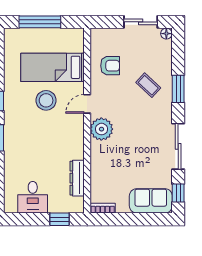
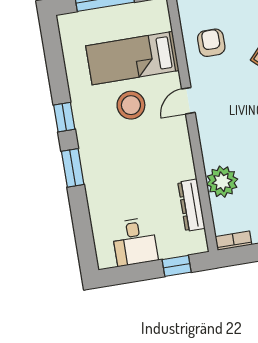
armchair: (110, 66) -> (211, 43), turned -90
plant: (101, 129) -> (222, 182), moved

